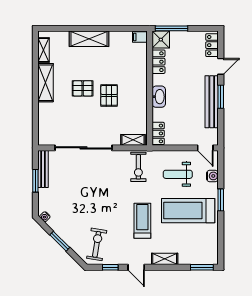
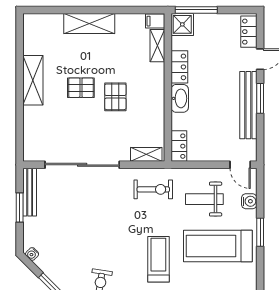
shelving: (43, 50) -> (157, 46), moved
locker: (158, 62) -> (179, 67), moved
exercise bike: (138, 167) -> (153, 189), turned -90

